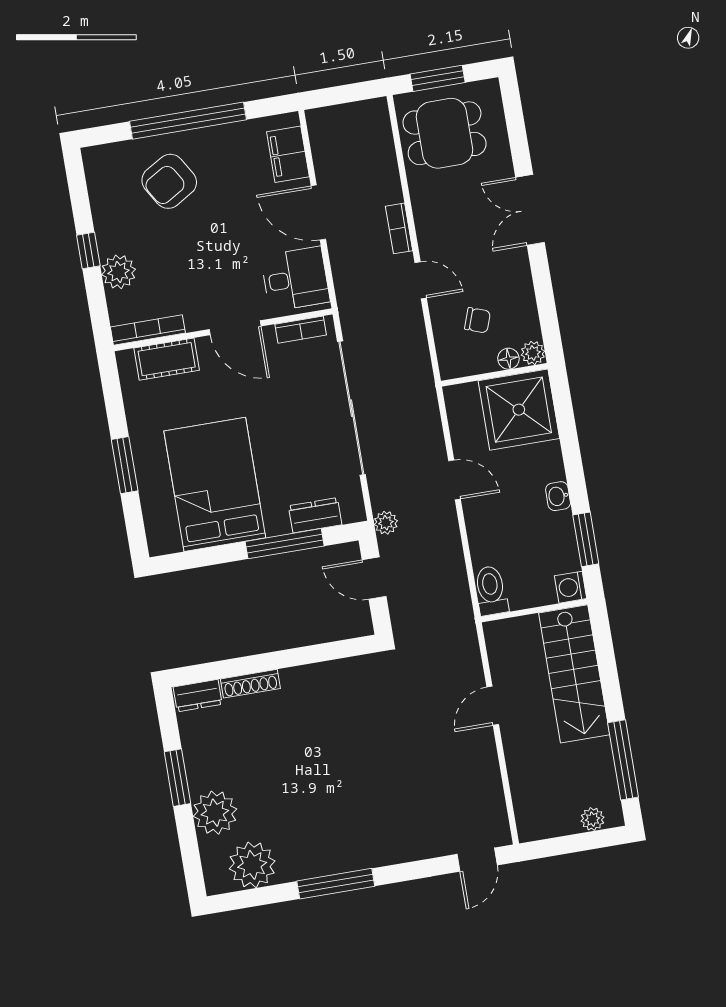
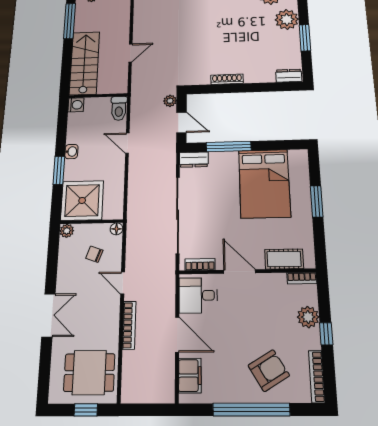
window: (438, 78) -> (86, 410), width x0.67
bookcase: (96, 184) -> (317, 377), added
bookcase: (399, 228) -> (129, 325), width x1.56
bookcase: (148, 330) -> (302, 278), width x0.64
floor lamp: (508, 359) -> (116, 229), moved
door: (454, 480) -> (127, 143), moved
dresser: (315, 515) -> (194, 160), moved
plant: (386, 523) -> (170, 101), moved
window: (586, 539) -> (59, 170), moved
shoe rack: (250, 684) -> (227, 79), moved

